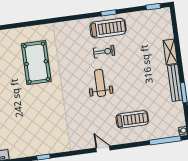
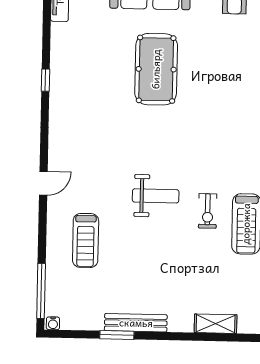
shelving: (170, 52) -> (216, 324), moved
pool table: (36, 63) -> (156, 69), moved, turned 90

